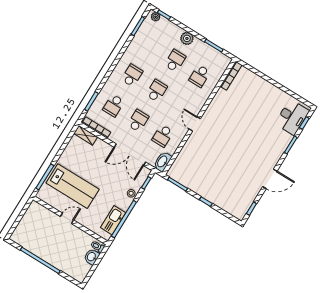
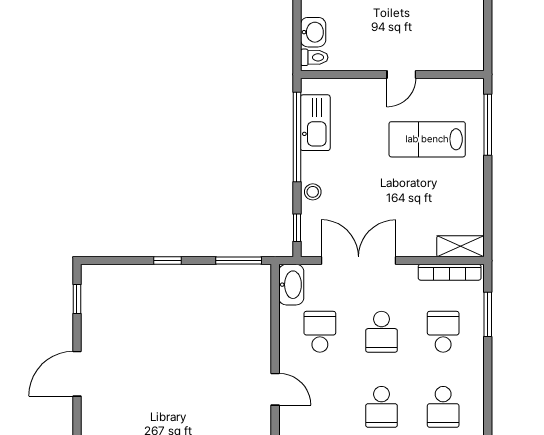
lab bench: (73, 186) -> (427, 139), width x0.73, depth x0.72

